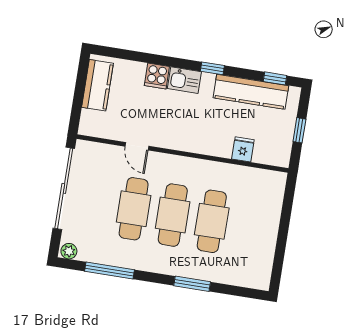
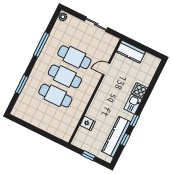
window: (275, 78) -> (125, 140), moved
kitchen counter: (97, 85) -> (131, 52), moved
sliding door: (64, 188) -> (96, 24), width x0.54
window: (109, 270) -> (41, 44), moved
window: (192, 284) -> (22, 85), moved

